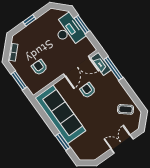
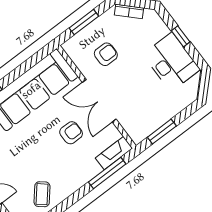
window: (82, 24) -> (162, 132), moved
desk: (68, 30) -> (171, 62), moved, turned -90
double door: (77, 66) -> (99, 101), moved

